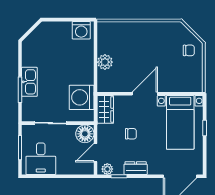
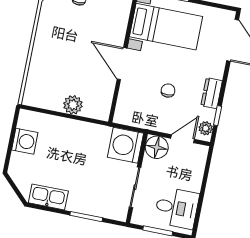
washing machine: (81, 30) -> (25, 141), moved
kitchen sink: (29, 82) -> (48, 197), moved
washing machine: (82, 97) -> (125, 145), moved, turned 90
wardrobe: (105, 109) -> (132, 116), removed
door: (96, 153) -> (183, 139), swing flipped

